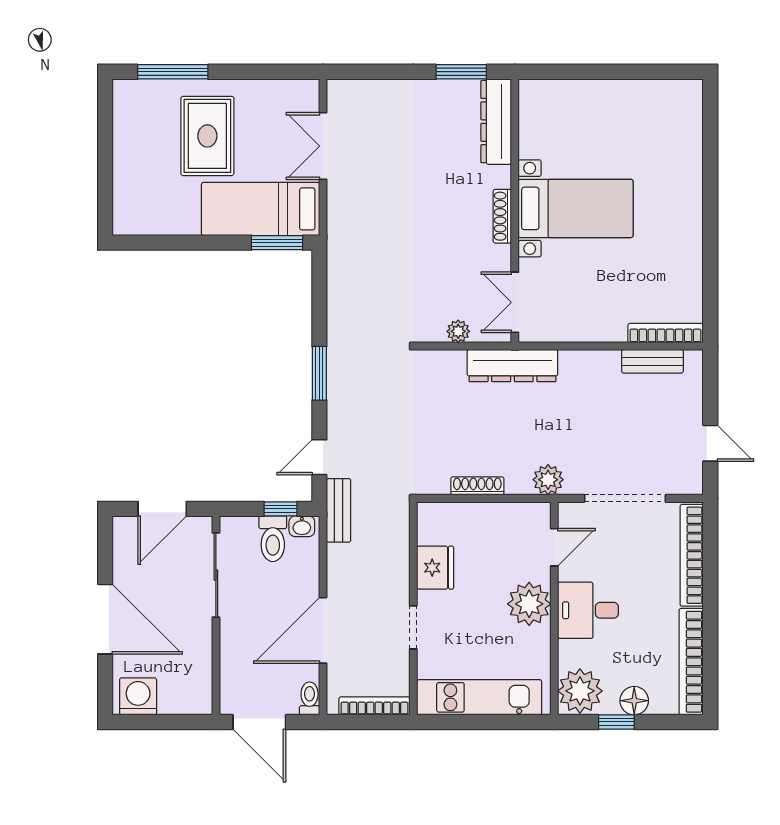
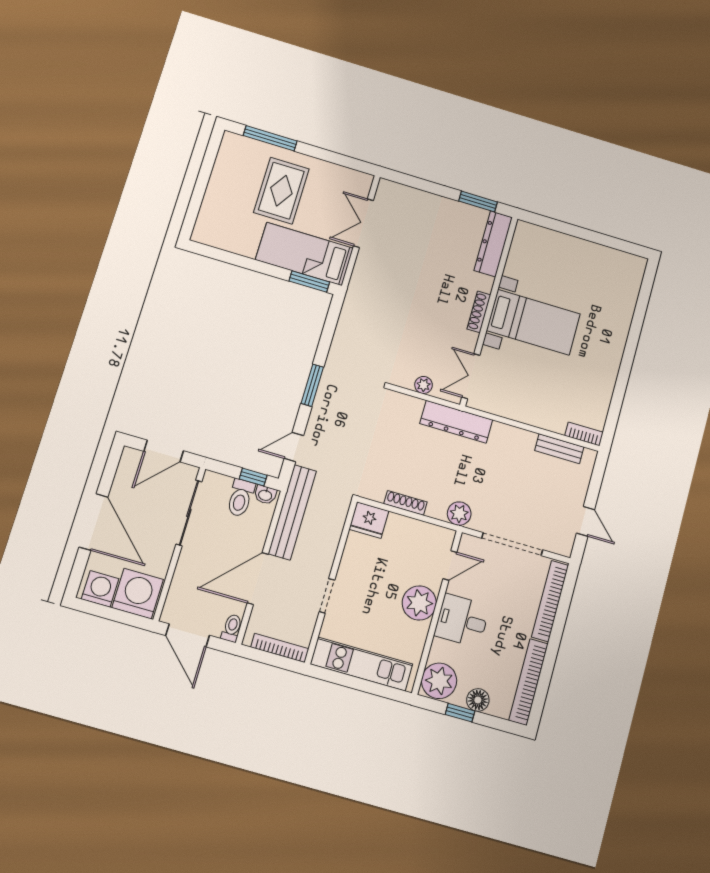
bookcase: (665, 333) -> (584, 434), width x0.64
bench: (339, 510) -> (292, 512), width x1.86, depth x1.21
fridge: (435, 568) -> (369, 520), moved, turned 90
washing machine: (184, 689) -> (138, 594), added

